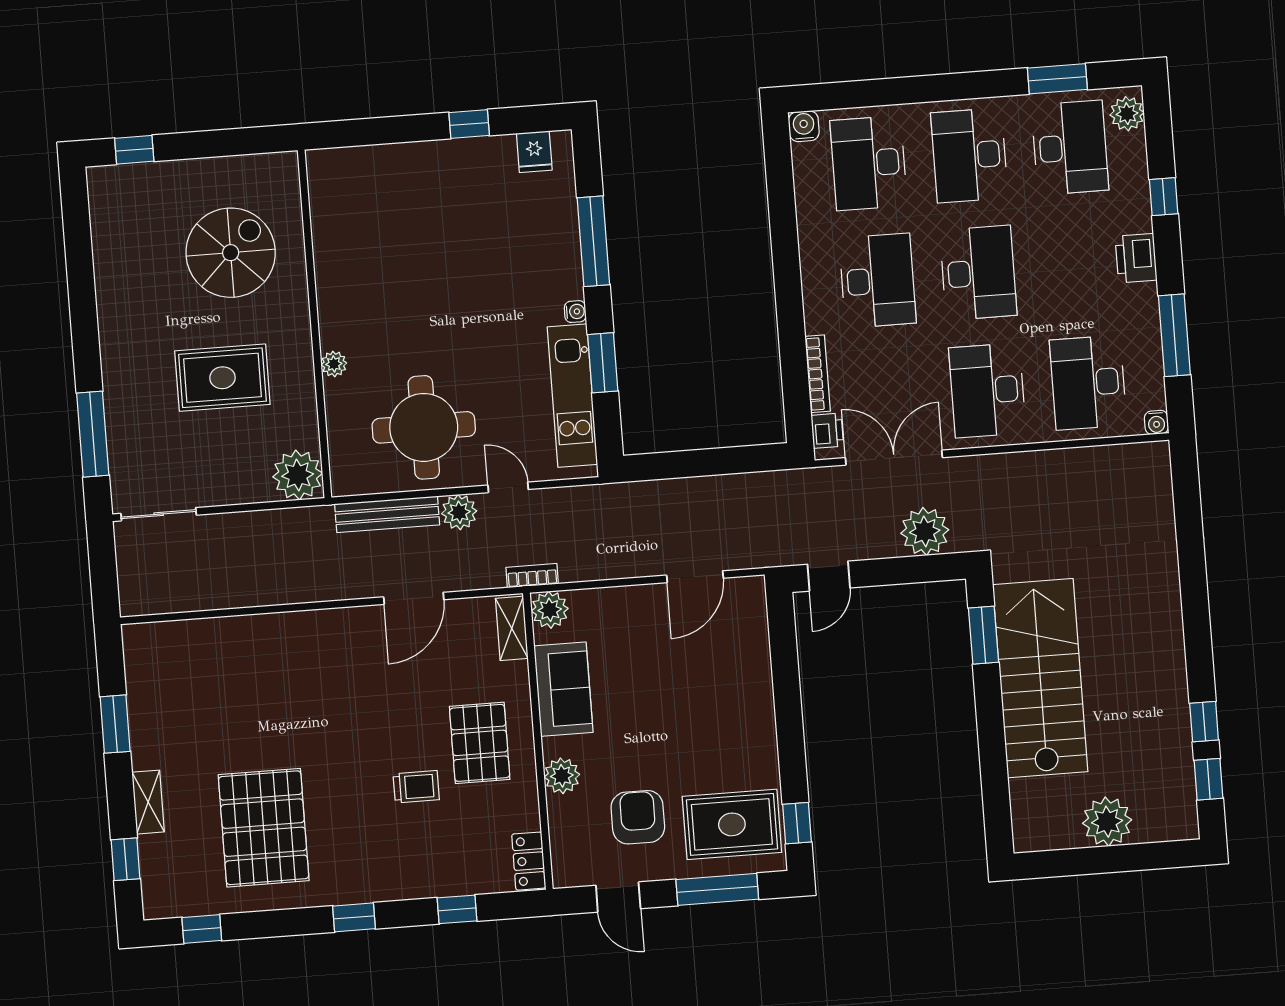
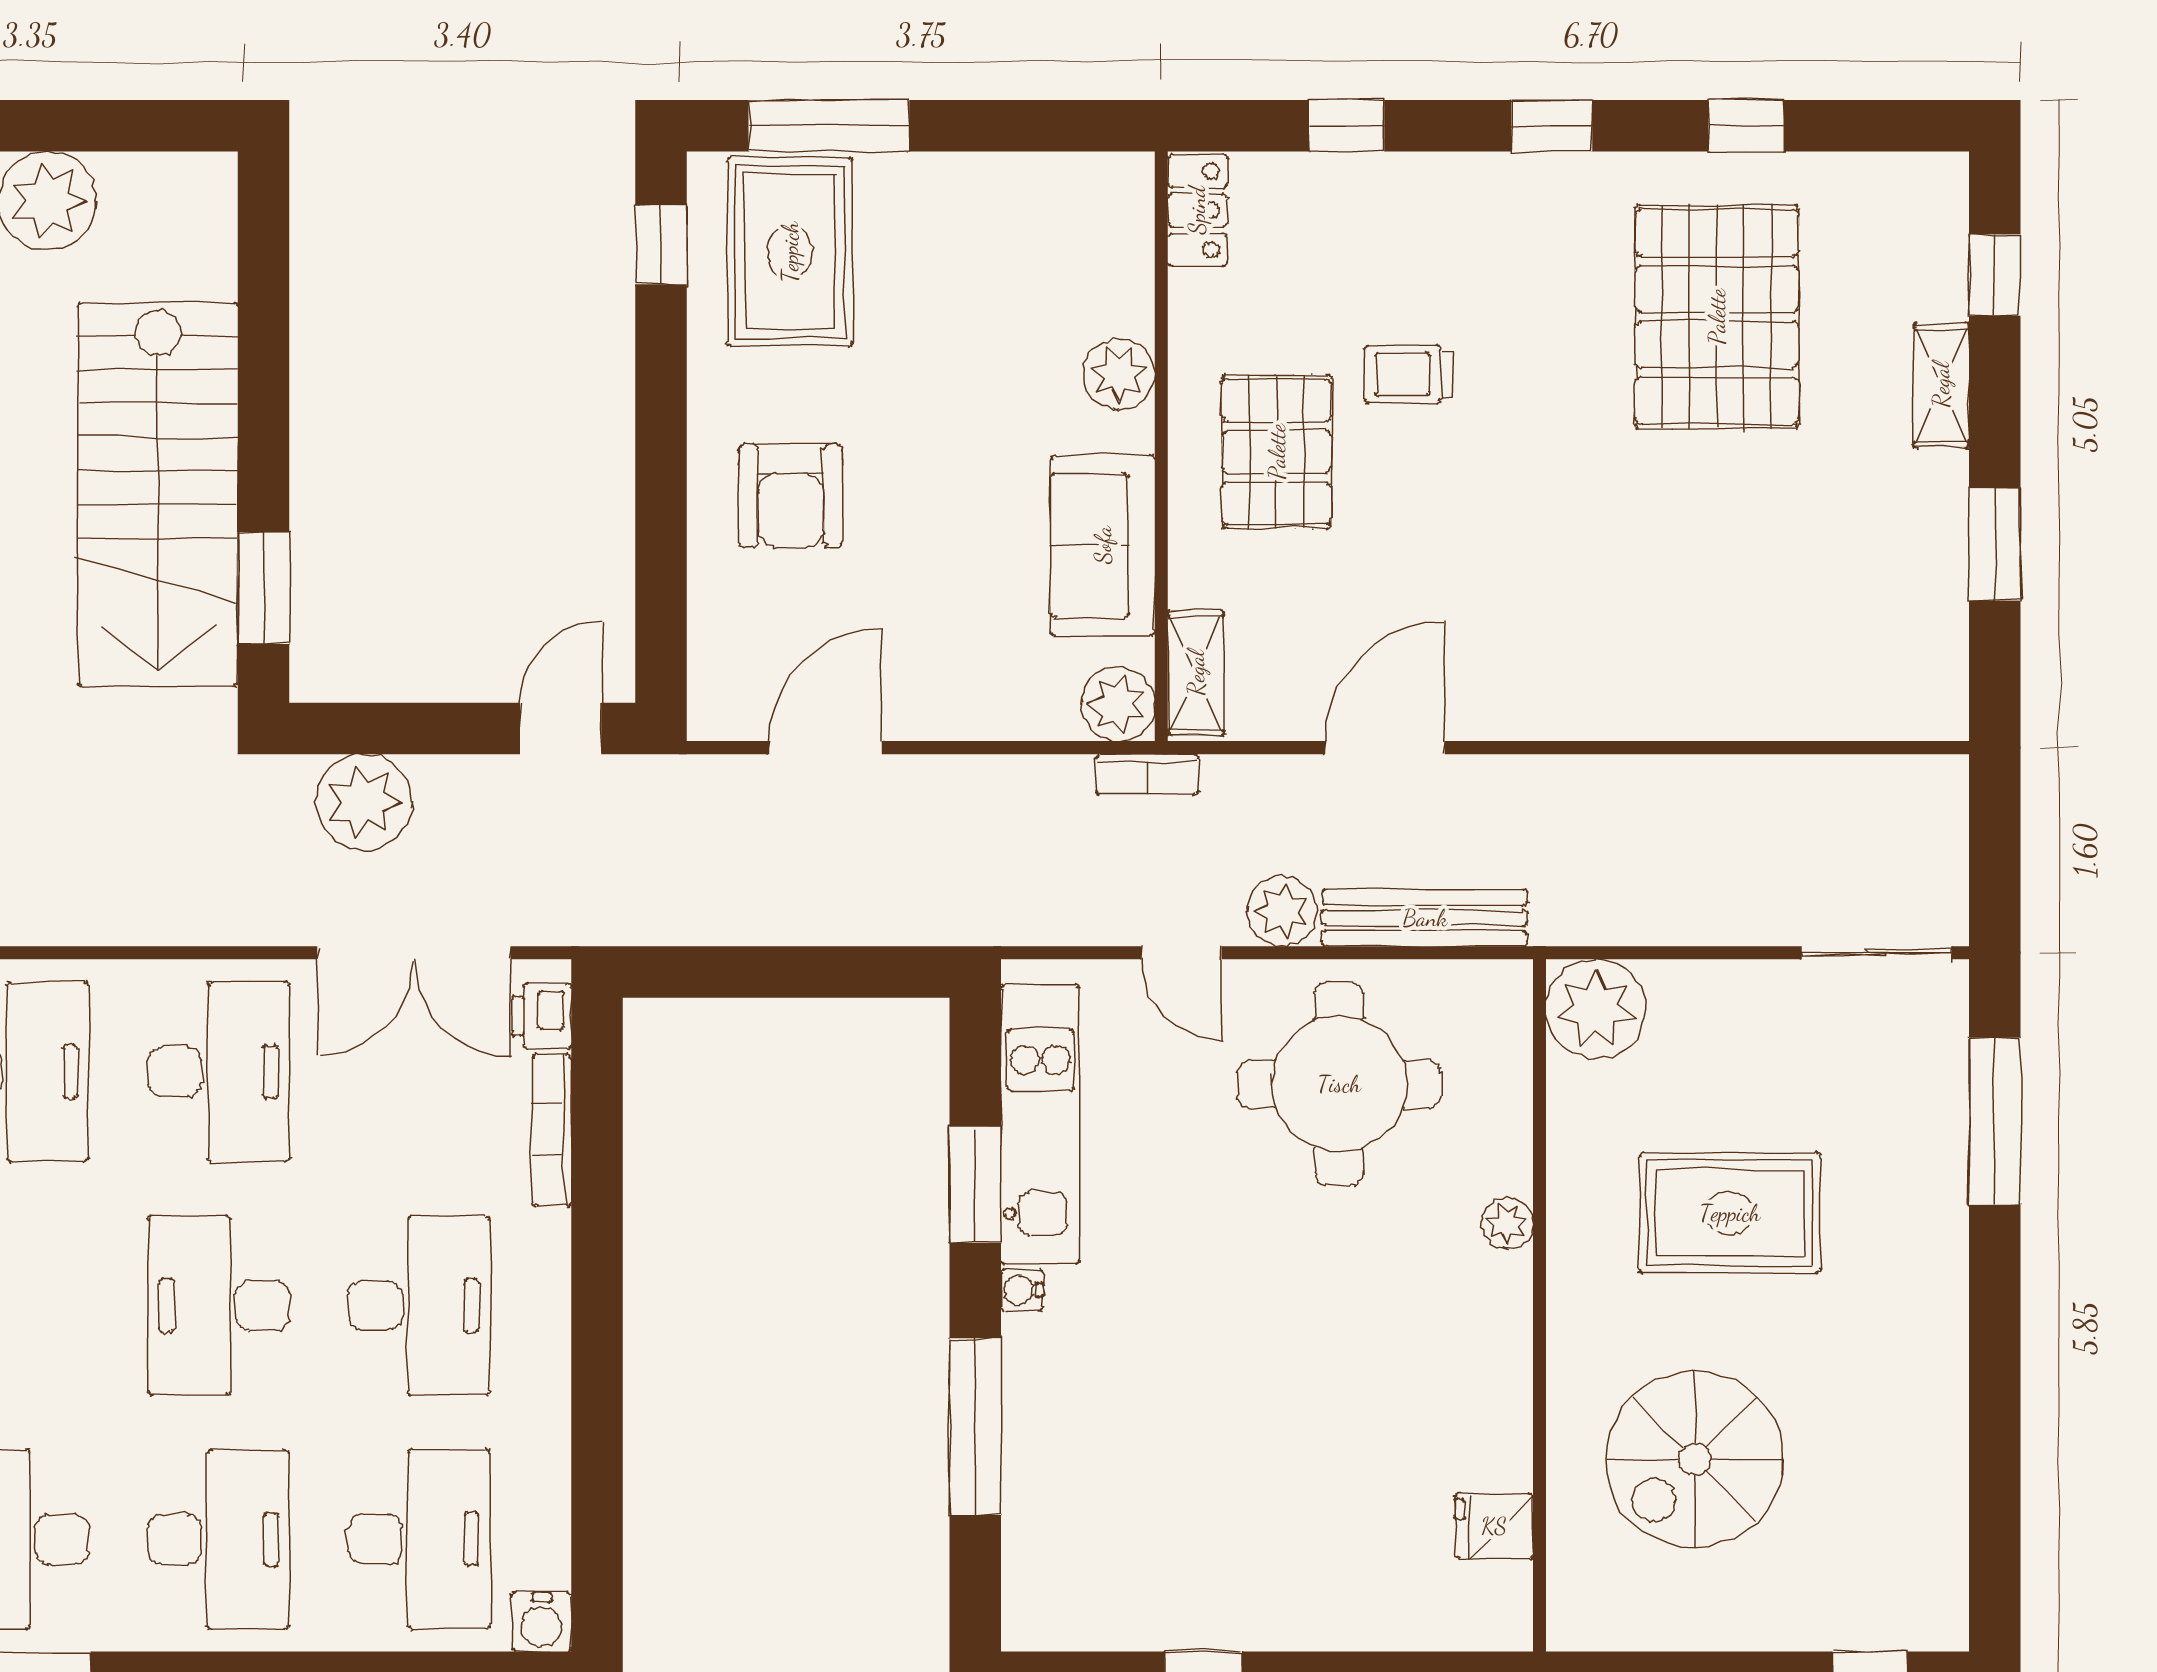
fridge: (534, 152) -> (1494, 1526), moved, turned -90
desk: (878, 281) -> (419, 1305), turned 180
armchair: (638, 817) -> (791, 496), moved
rug: (732, 824) -> (790, 252), turned 90
door: (618, 897) -> (1026, 126), removed
window: (202, 929) -> (1746, 126), moved

